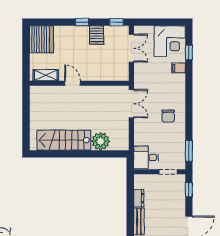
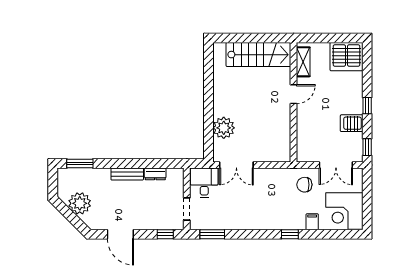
window: (189, 52) -> (290, 234), moved
double door: (131, 104) -> (236, 165), moved
chair: (168, 116) -> (304, 185), moved
stairs: (64, 140) -> (258, 55), moved, turned 90

